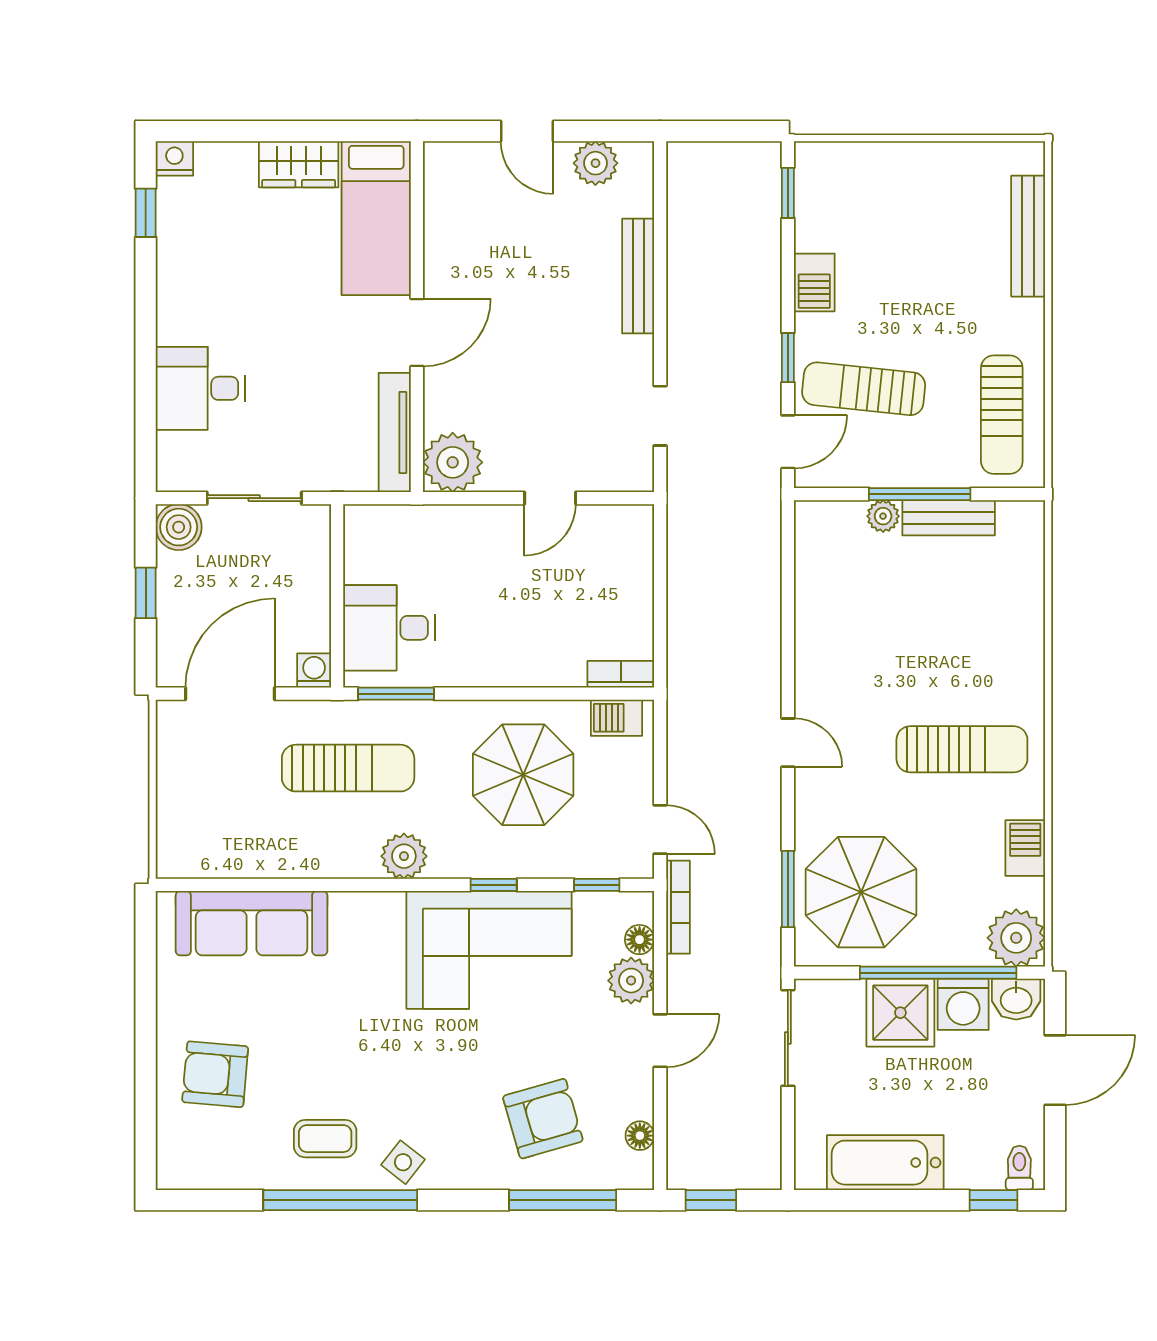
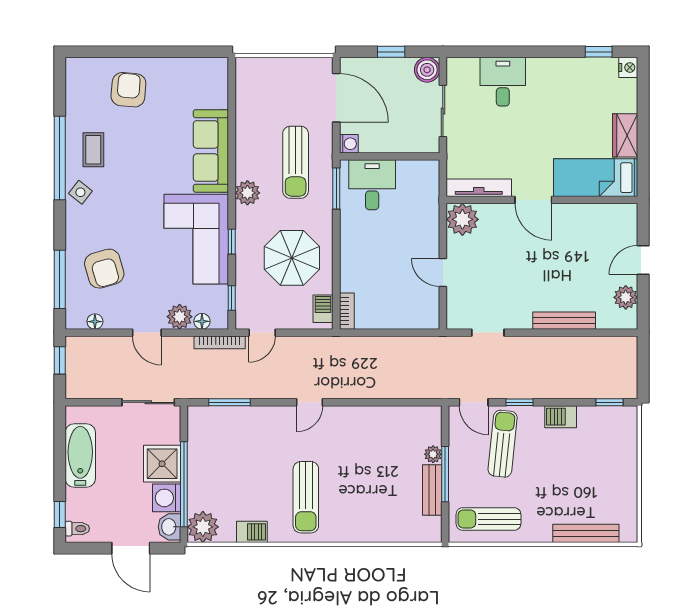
parasol: (861, 892) -> (228, 442), removed
sofa: (252, 923) -> (211, 151), moved

